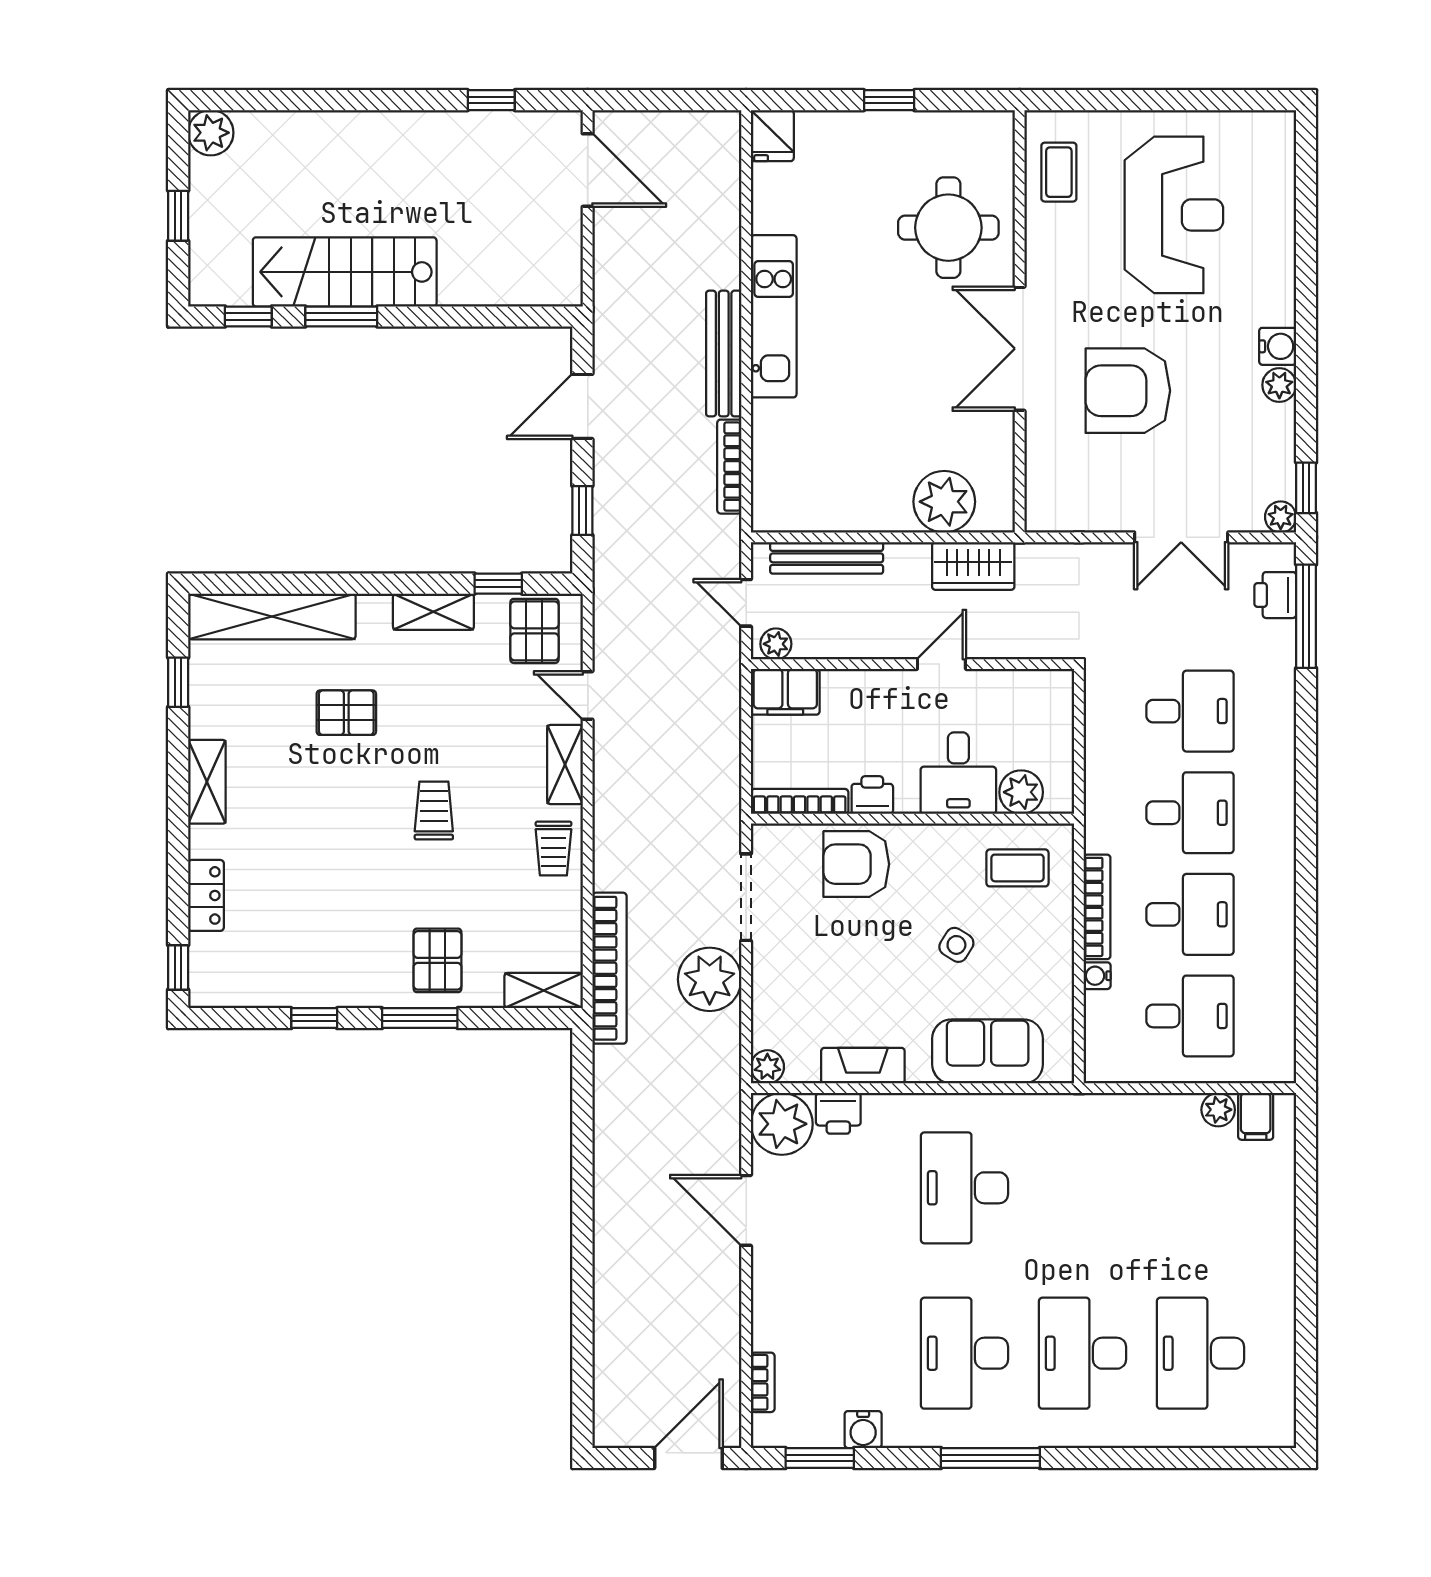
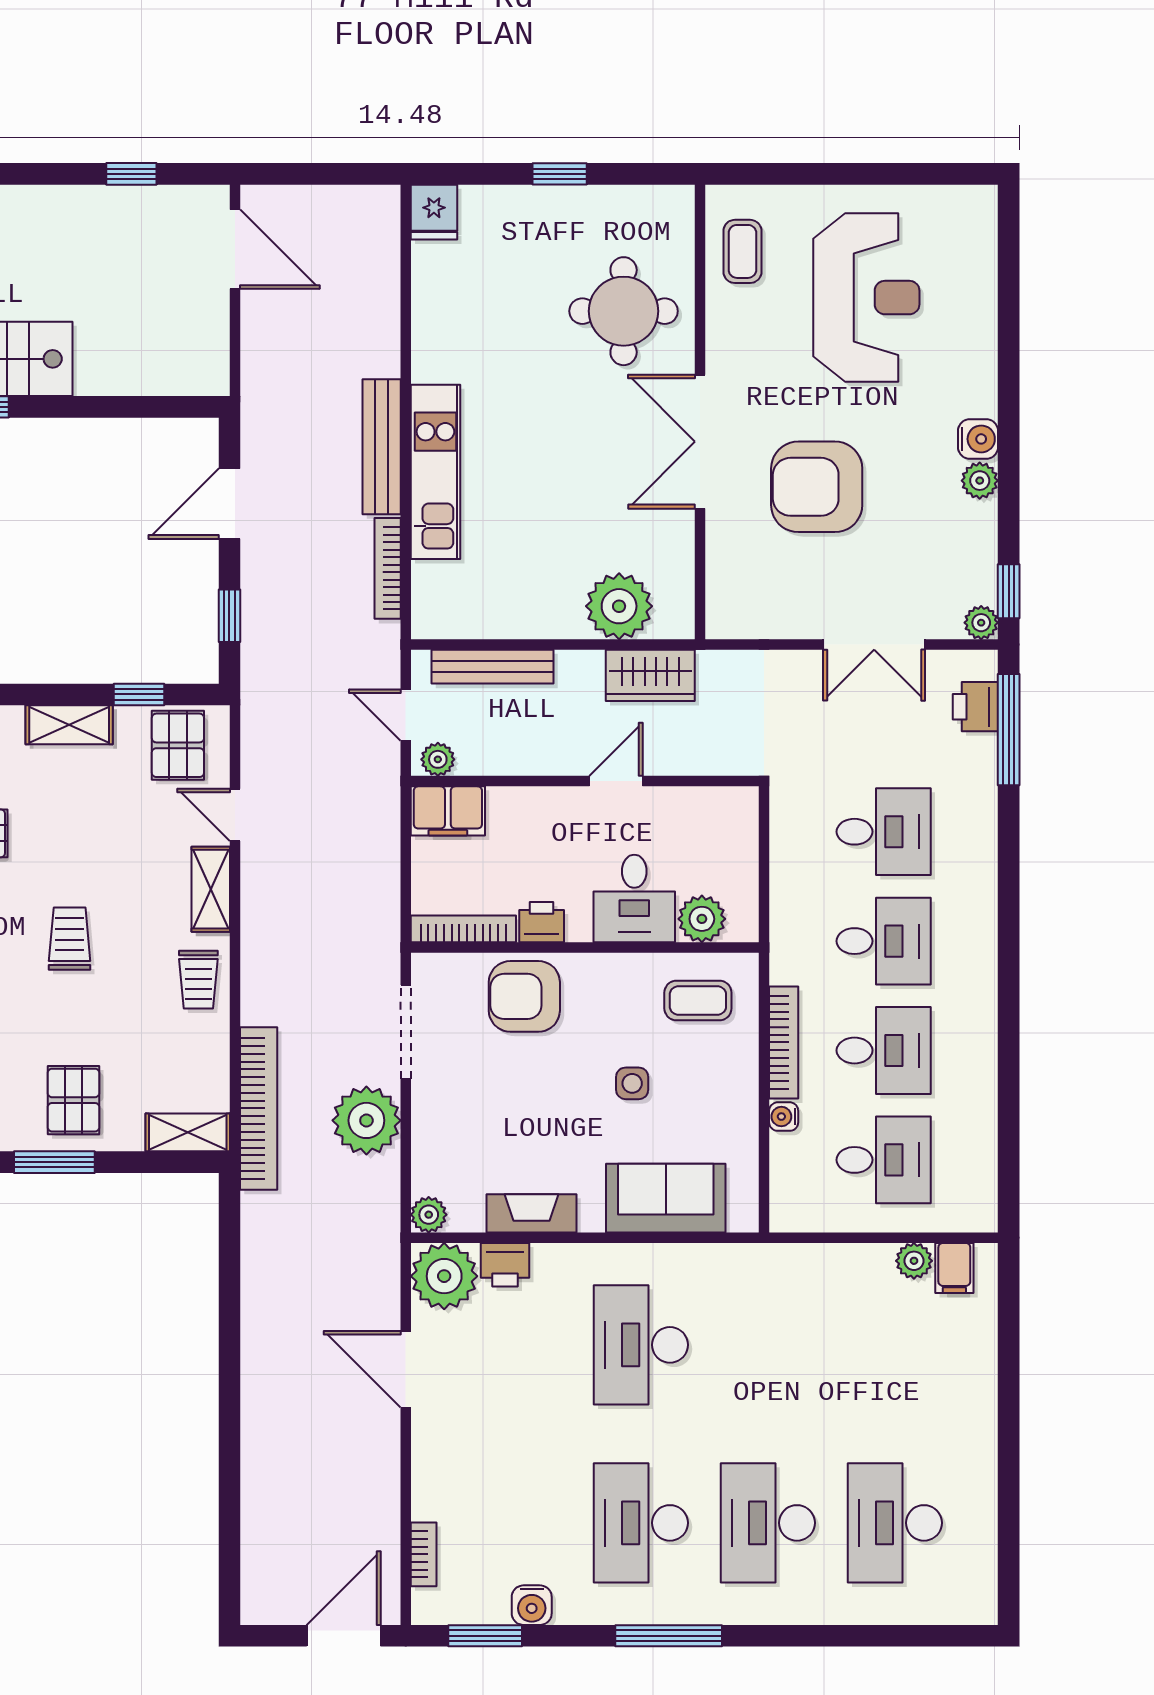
kitchen unit: (774, 316) -> (435, 472), moved
side table: (956, 945) -> (632, 1083), turned -32

